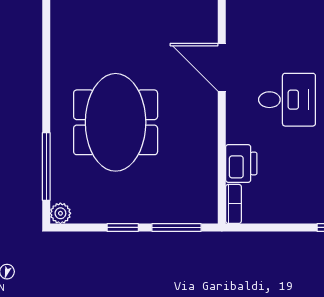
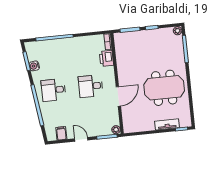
door: (222, 67) -> (118, 96), hinge flipped
meeting table: (116, 122) -> (164, 88), moved, turned 90

